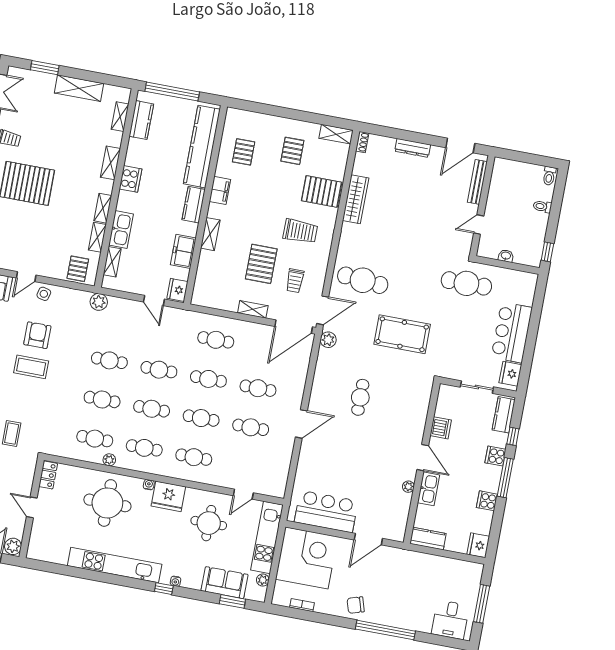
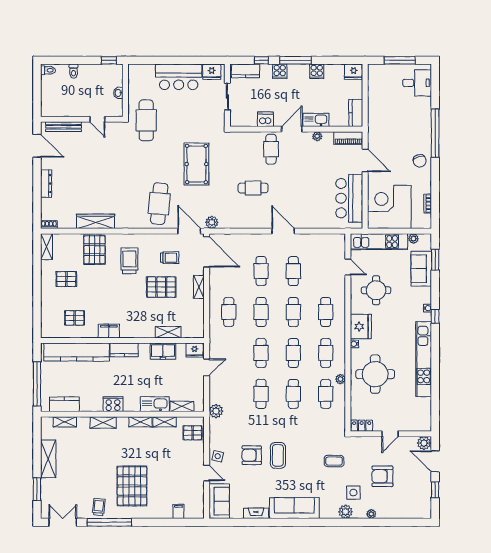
shelving: (210, 234) -> (168, 332), moved
cafe table: (403, 428) -> (271, 149), added
piano: (399, 524) -> (348, 138), added

